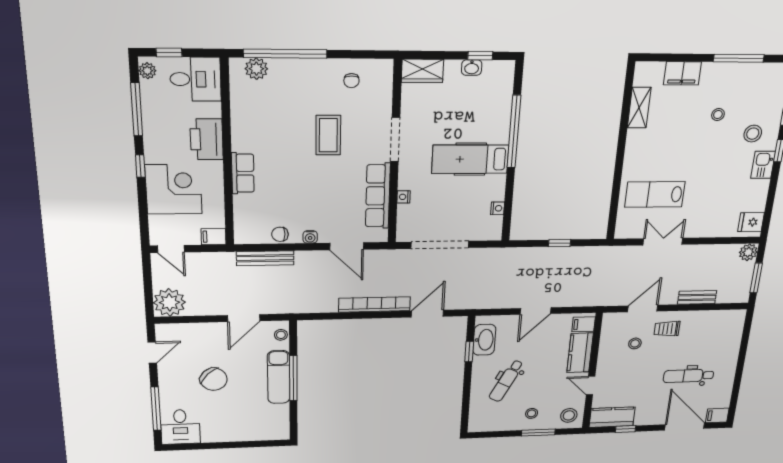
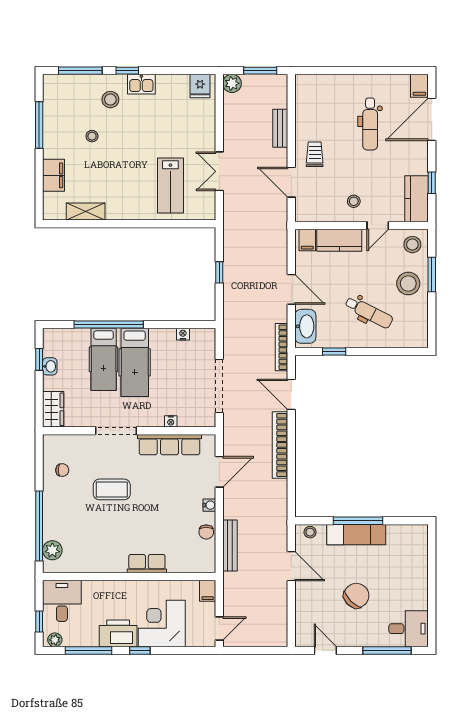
hospital bed: (476, 126) -> (104, 359), added
printer: (207, 139) -> (118, 633), moved, turned 180
plant: (169, 302) -> (273, 632), removed
bookcase: (477, 304) -> (282, 347), added
trolley: (667, 329) -> (315, 154), turned 180
washbasin: (484, 340) -> (305, 326), moved, turned 90
stool: (635, 343) -> (354, 201), moved
stool: (532, 413) -> (408, 284), width x1.89, depth x1.89

